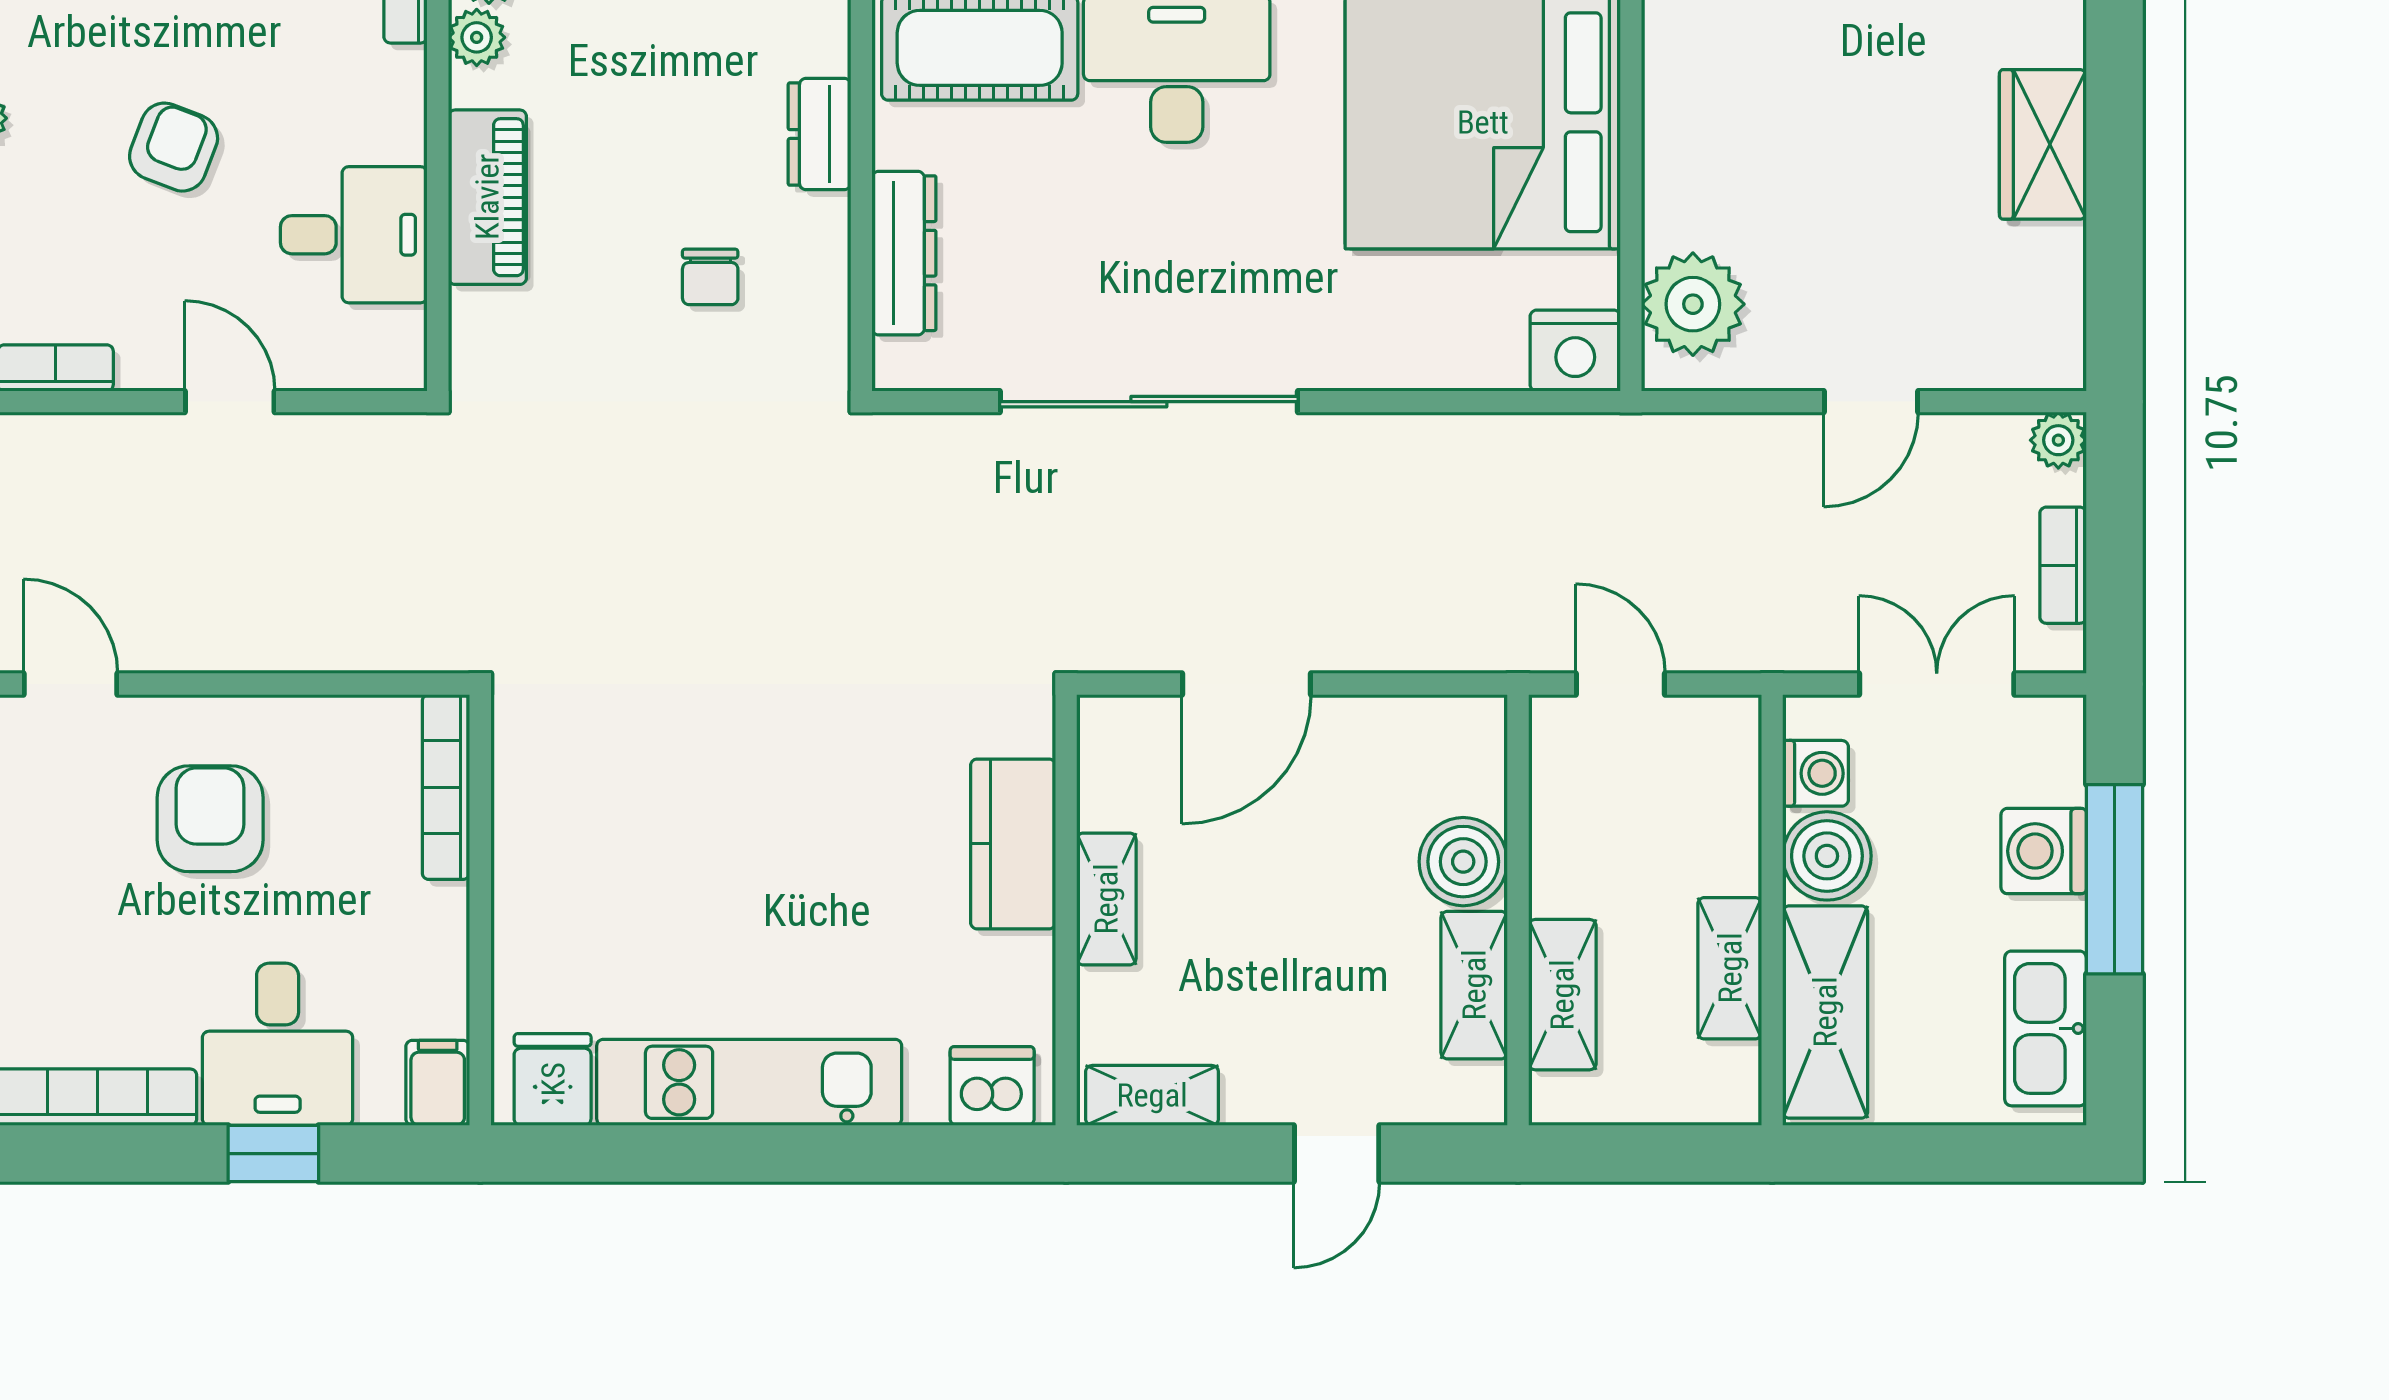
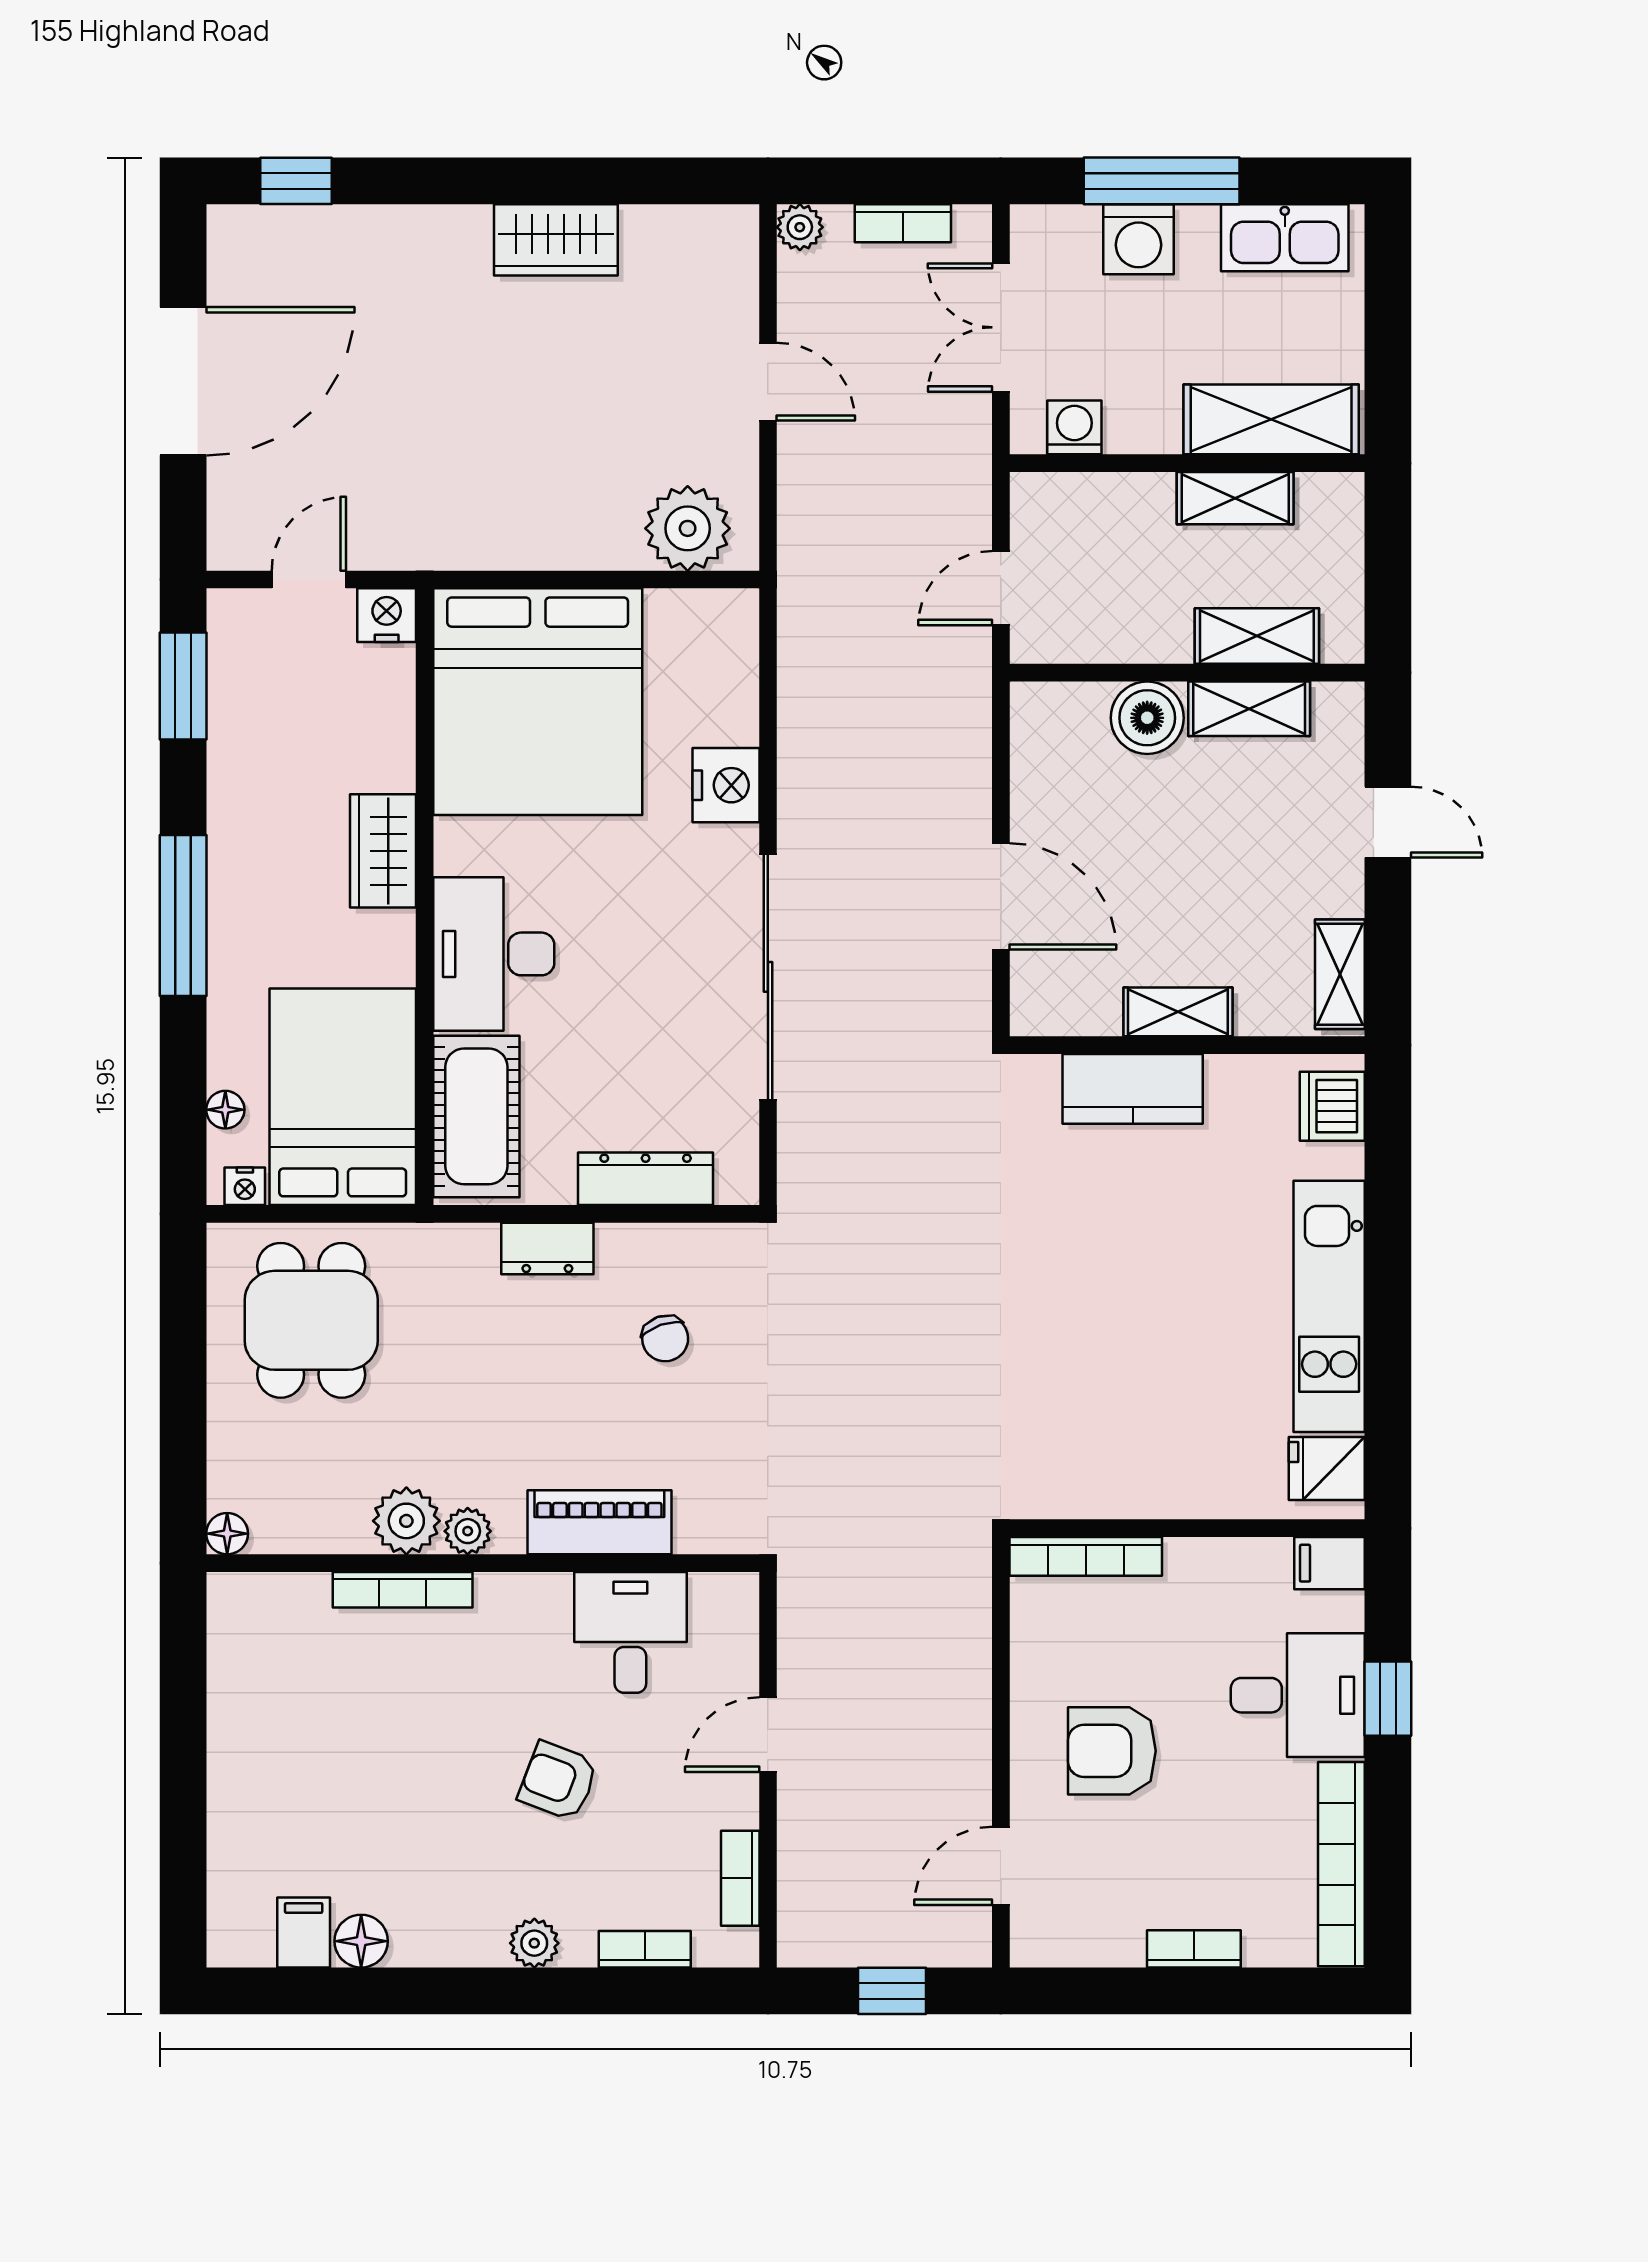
chair: (710, 277) -> (665, 1339), turned 71
nightstand: (1575, 351) -> (726, 785), moved
boiler: (1827, 856) -> (1143, 418), removed

